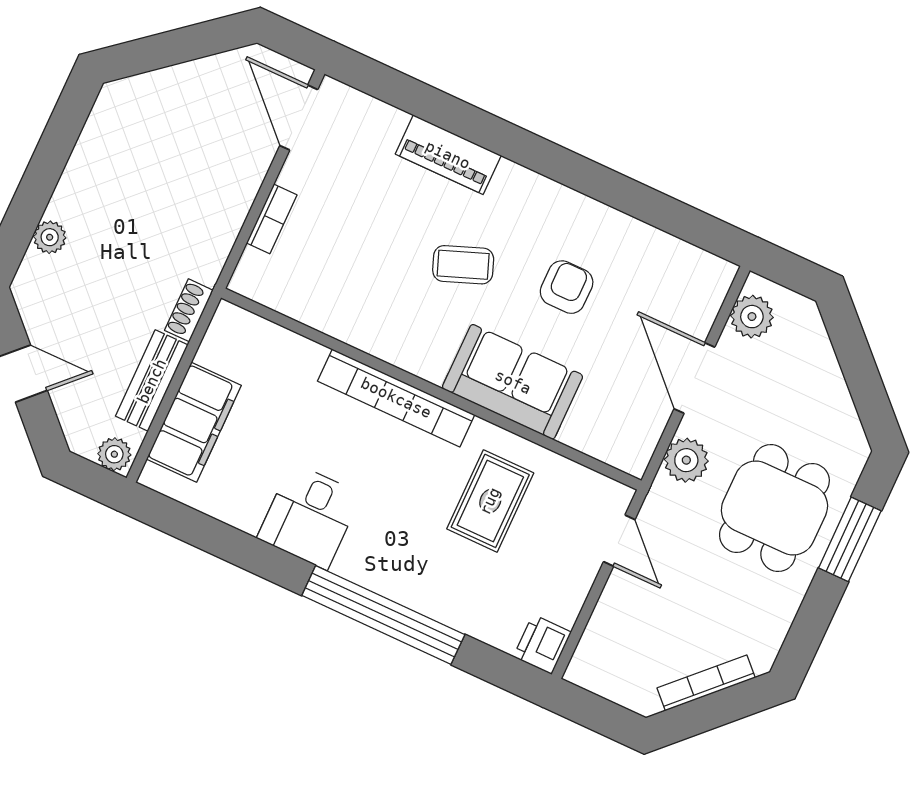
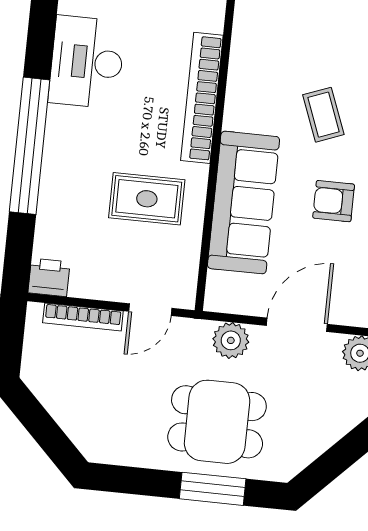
armchair: (567, 287) -> (334, 201), turned 180
sofa: (513, 382) -> (244, 203), width x1.36
desk: (309, 516) -> (87, 62), width x1.37
bookcase: (706, 683) -> (83, 317), moved, turned 135

